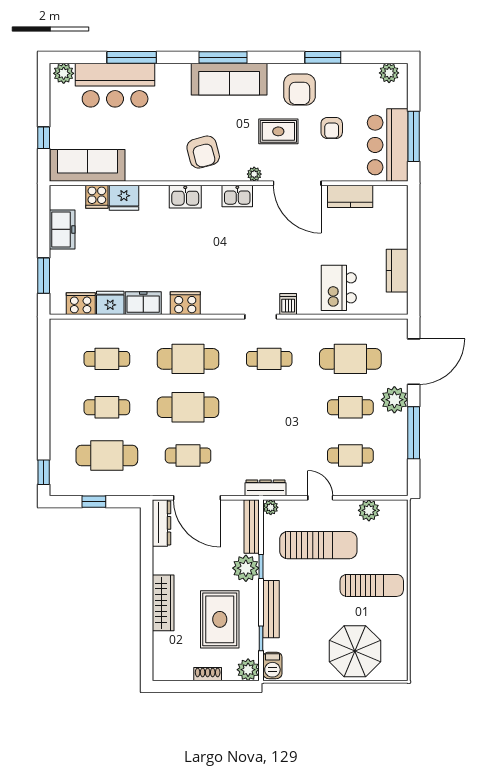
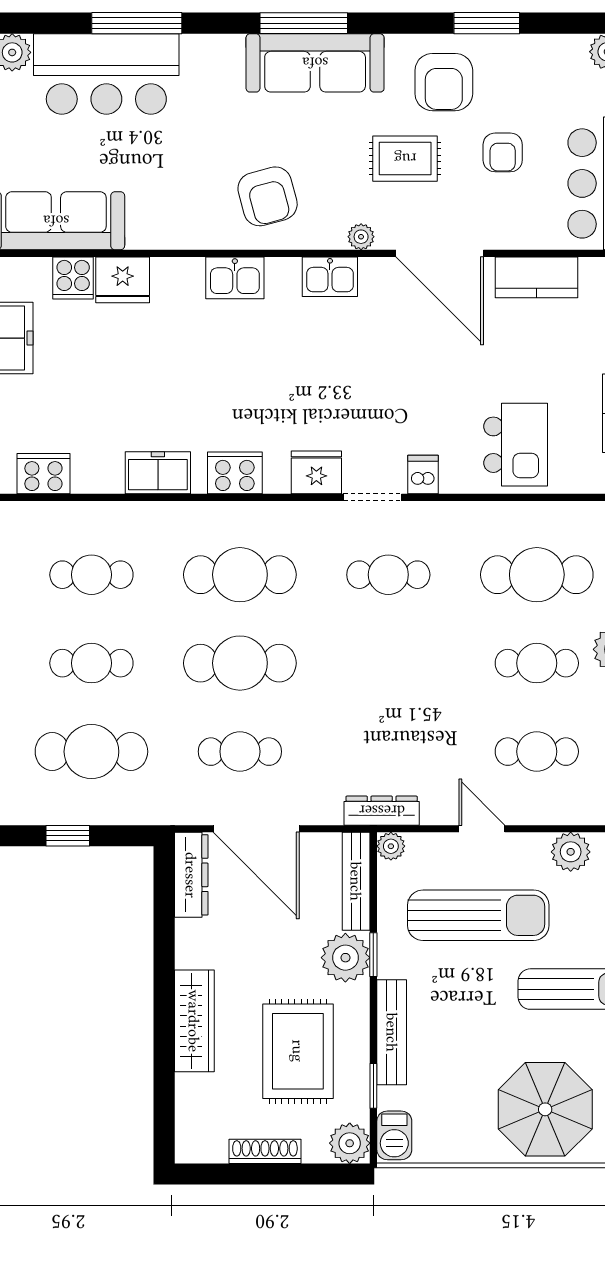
kitchen island: (339, 288) -> (516, 445), turned 180
fridge: (110, 303) -> (316, 472), moved
shoe rack: (208, 674) -> (265, 1151), width x1.43

